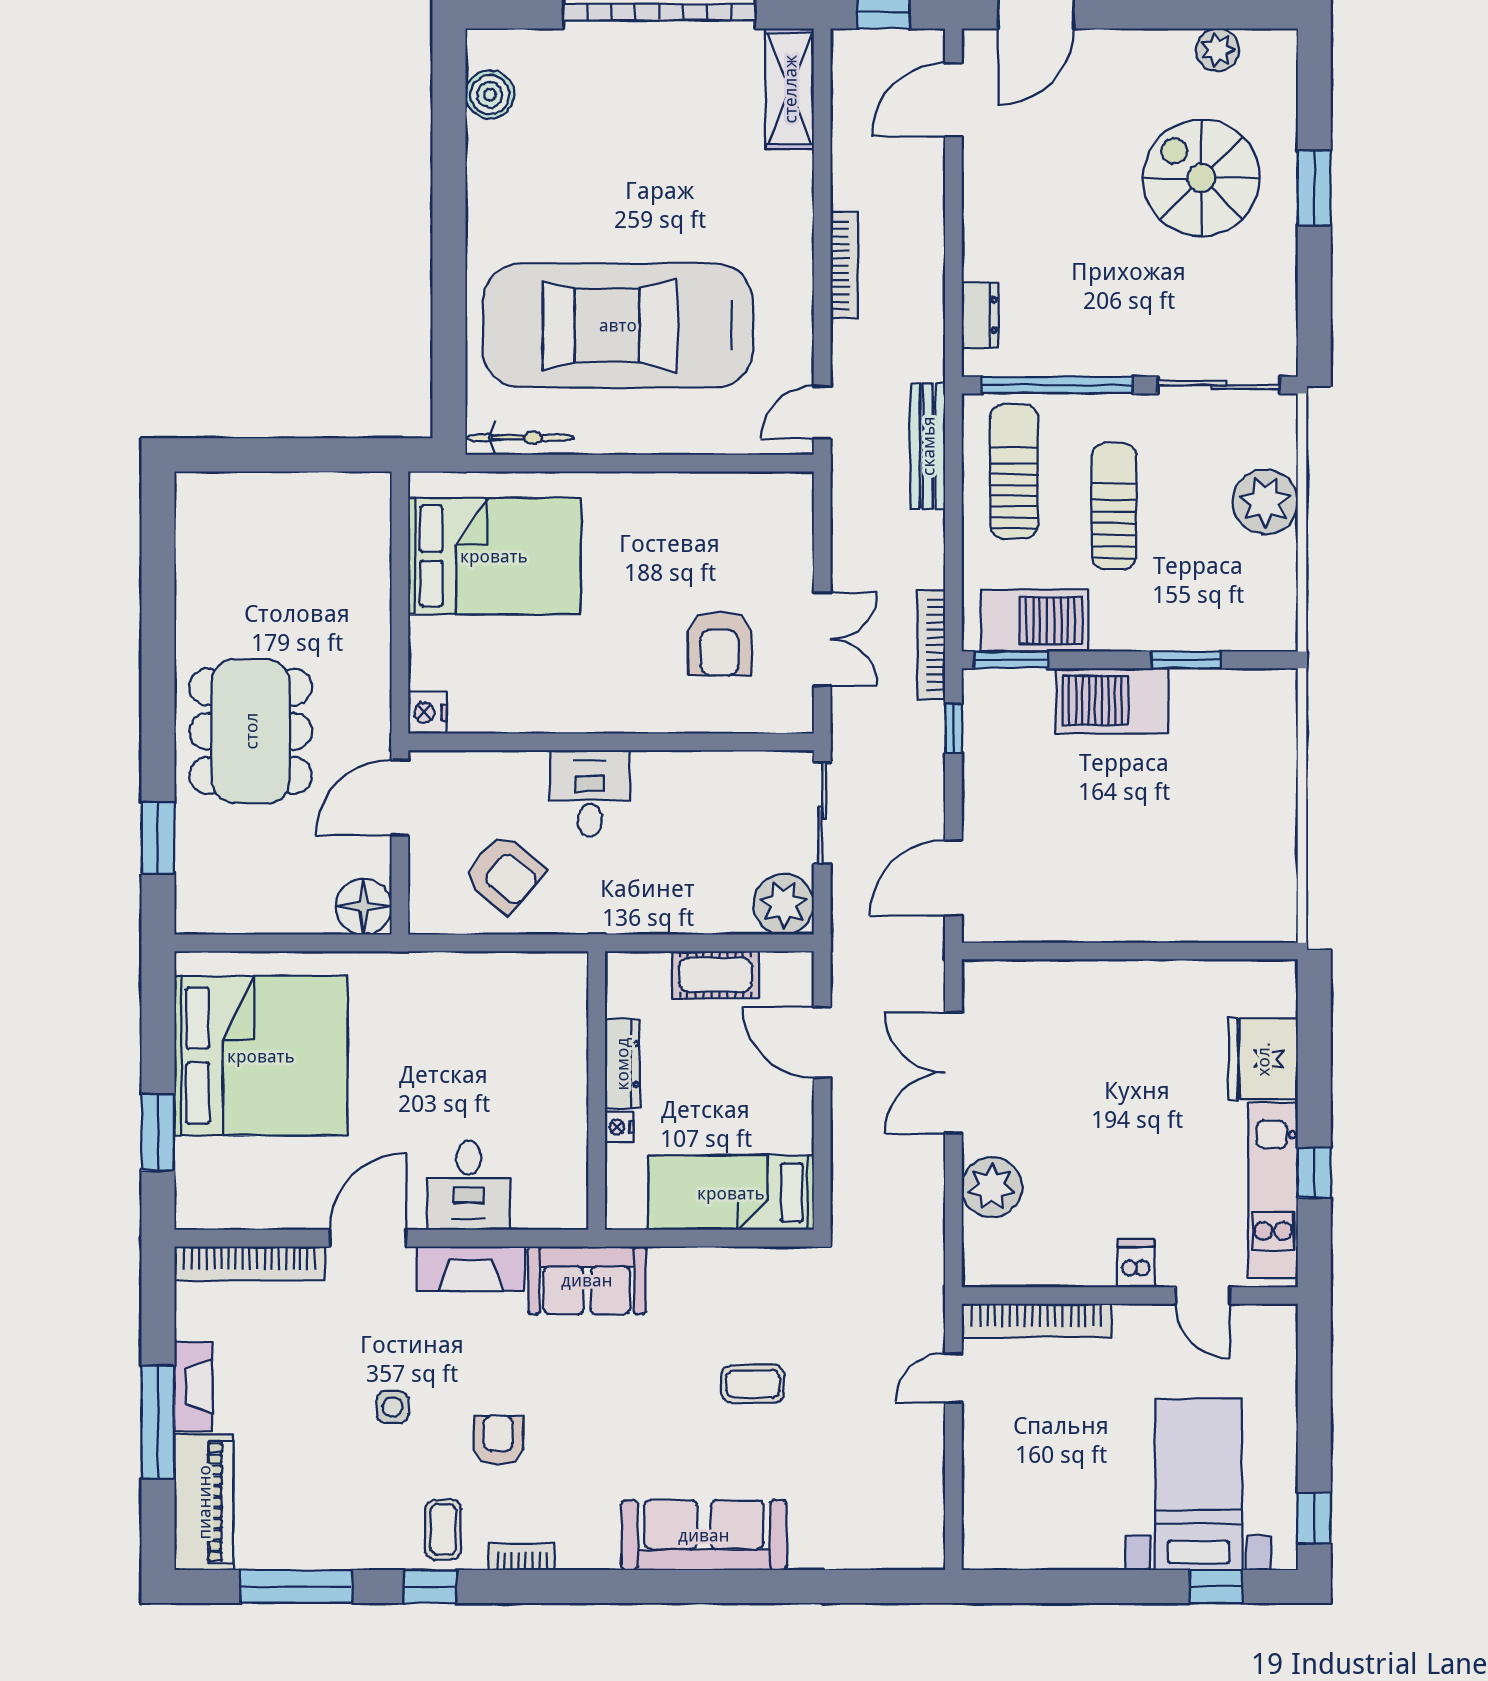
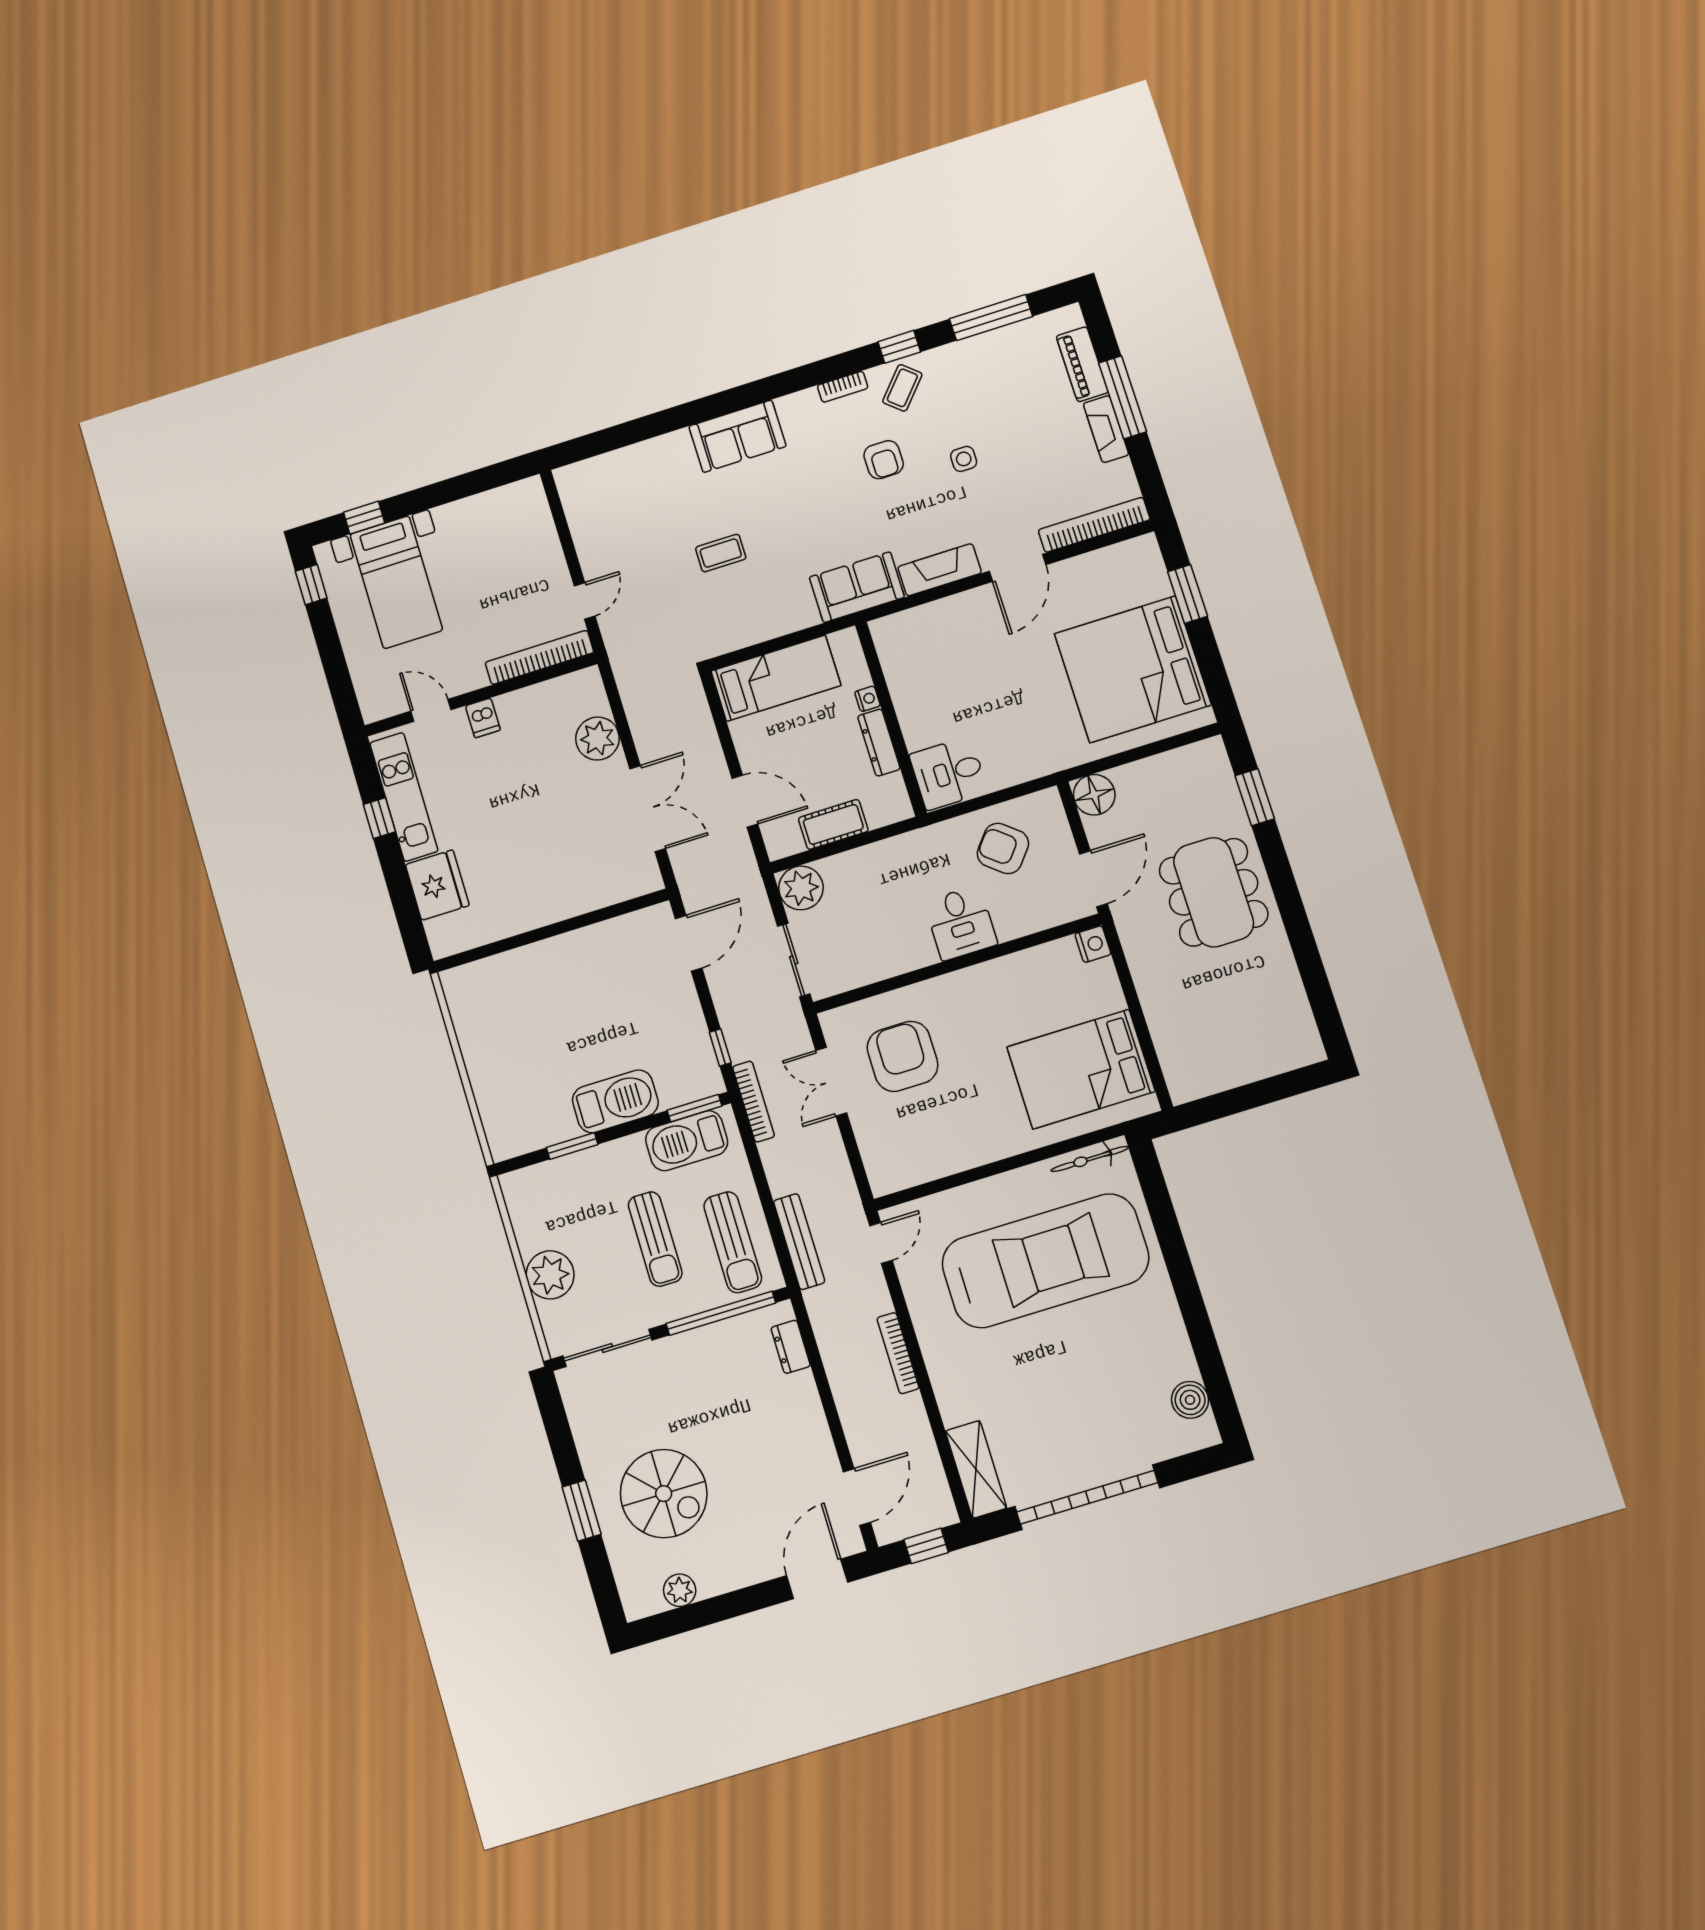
armchair: (719, 644) -> (903, 1056), width x1.36, depth x1.36
desk: (469, 1185) -> (949, 773), moved, turned -90
piano: (204, 1502) -> (1082, 364), width x0.73, depth x0.75
coffee table: (443, 1530) -> (902, 388), turned 41
sofa: (704, 1535) -> (737, 436), width x0.73

